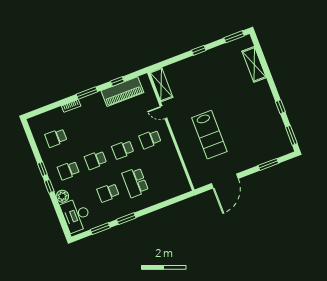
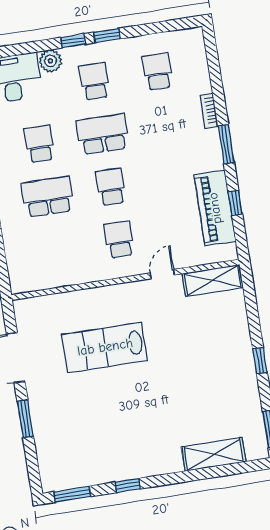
school desk: (96, 160) -> (103, 134), width x1.85
window: (268, 164) -> (25, 419), moved

